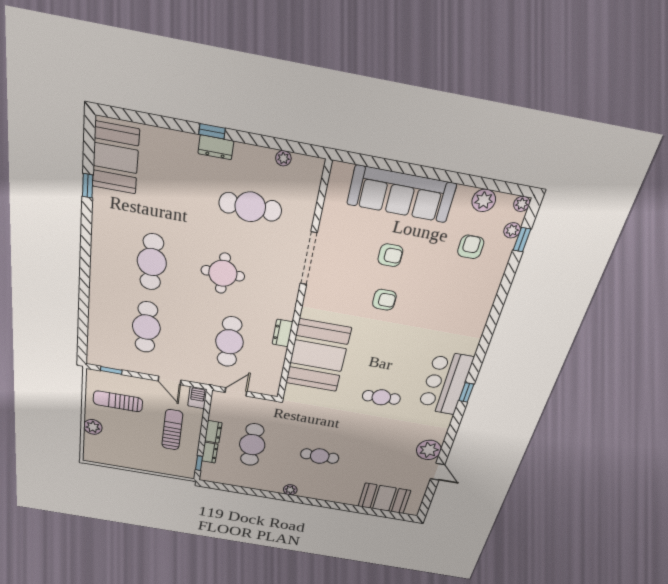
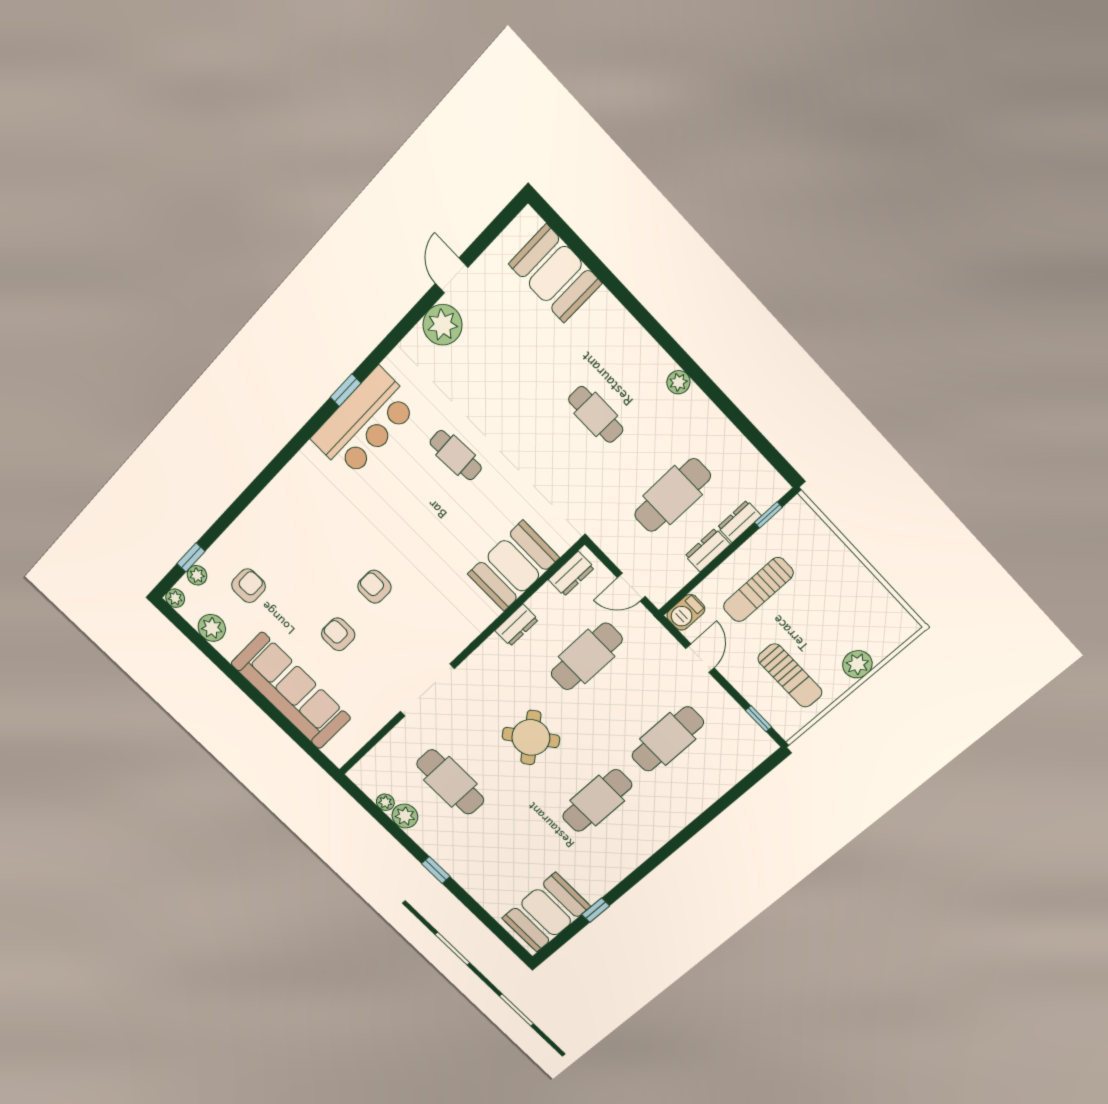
dresser: (216, 147) -> (571, 574), moved, turned 90
plant: (263, 158) -> (405, 816), added
armchair: (471, 247) -> (248, 586), turned 180
round table: (223, 273) -> (531, 738), turned -38
booth: (318, 356) -> (513, 566), width x0.73, depth x0.70

